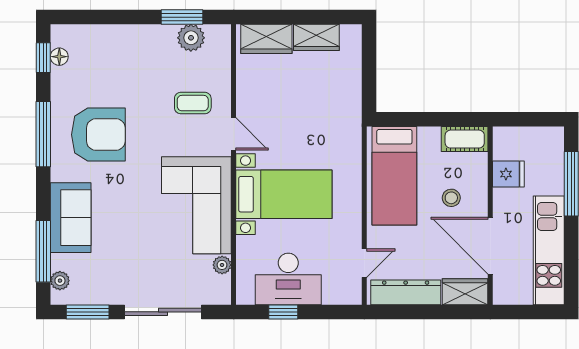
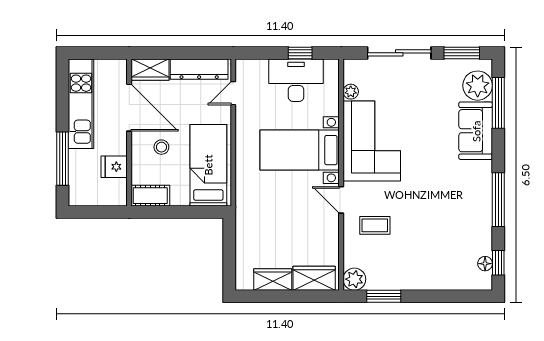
plant: (191, 38) -> (354, 279), moved
armchair: (98, 135) -> (453, 199), removed
plant: (60, 281) -> (478, 86), width x1.88, depth x1.88

